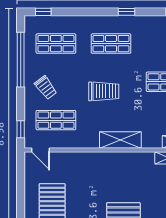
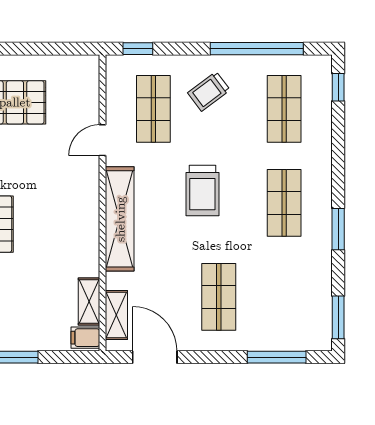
window: (126, 12) -> (338, 229), width x1.50
shelving: (120, 140) -> (120, 219), width x1.47
door: (40, 150) -> (102, 140), moved

